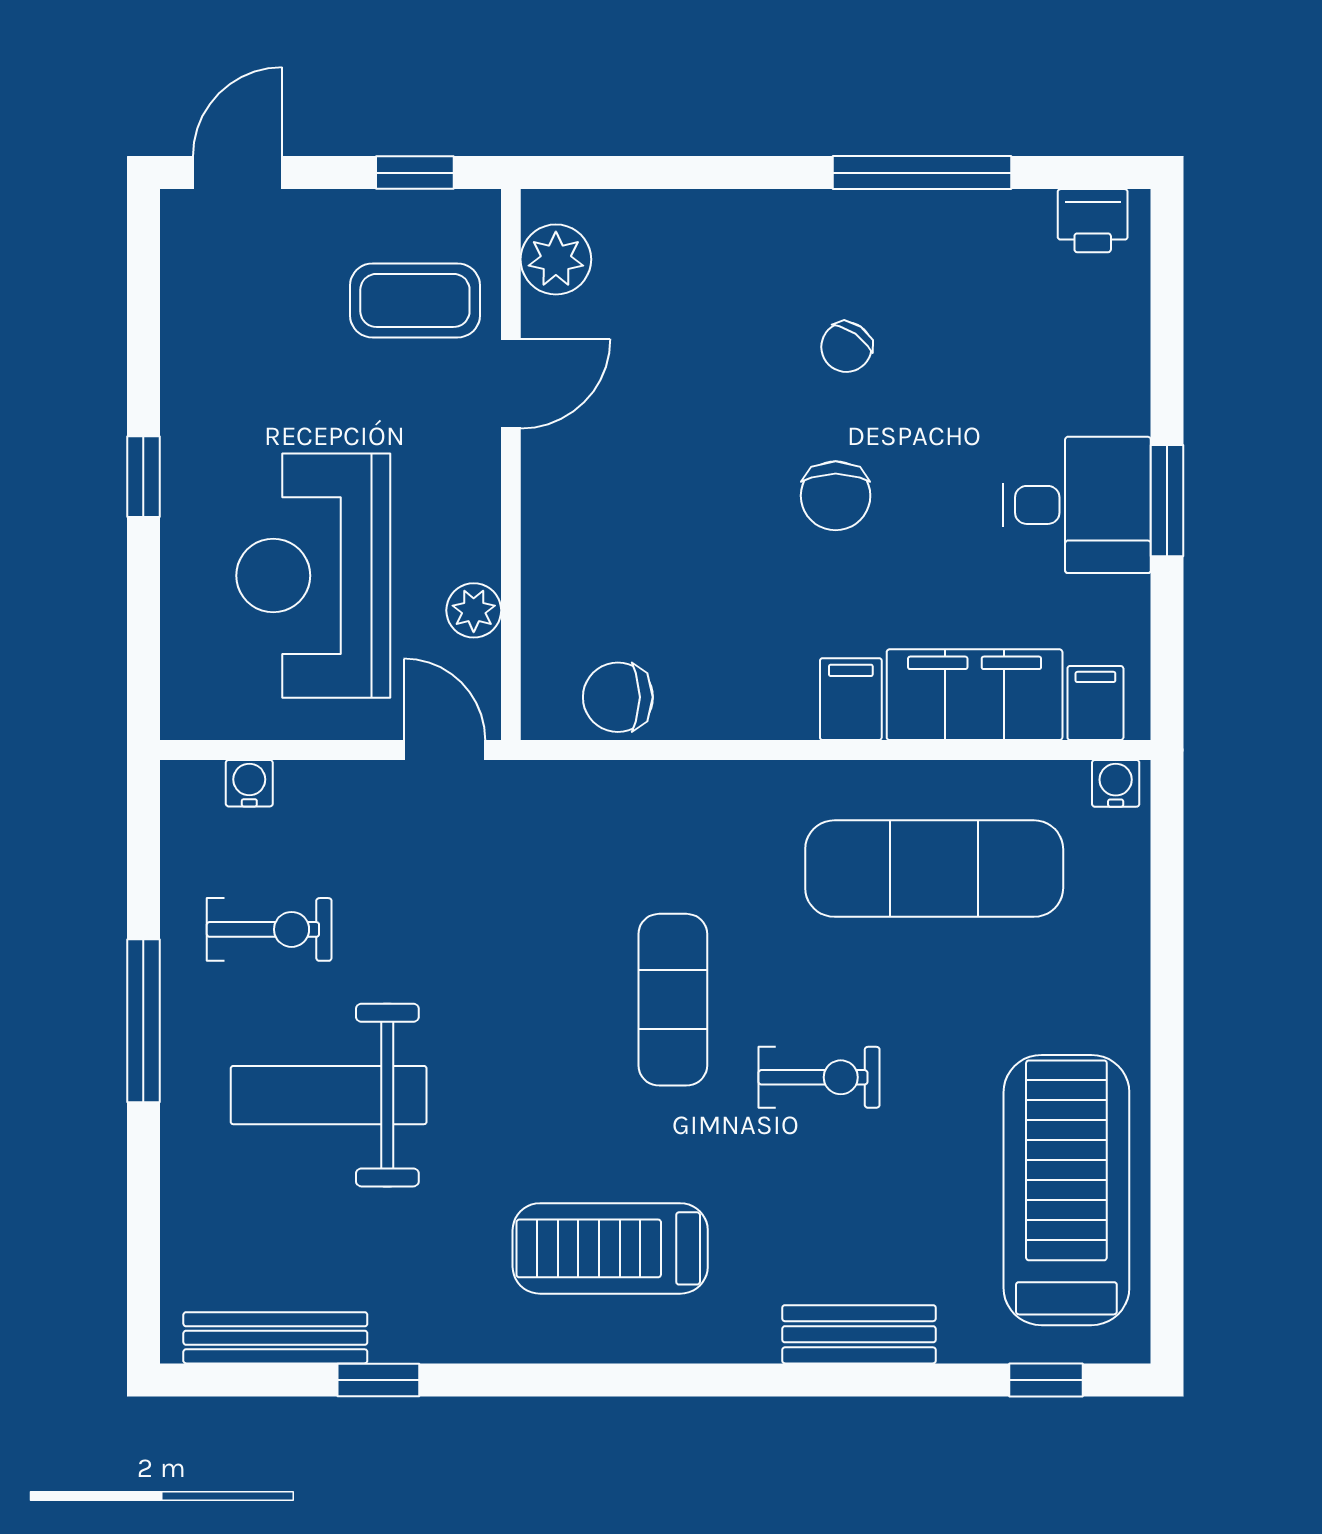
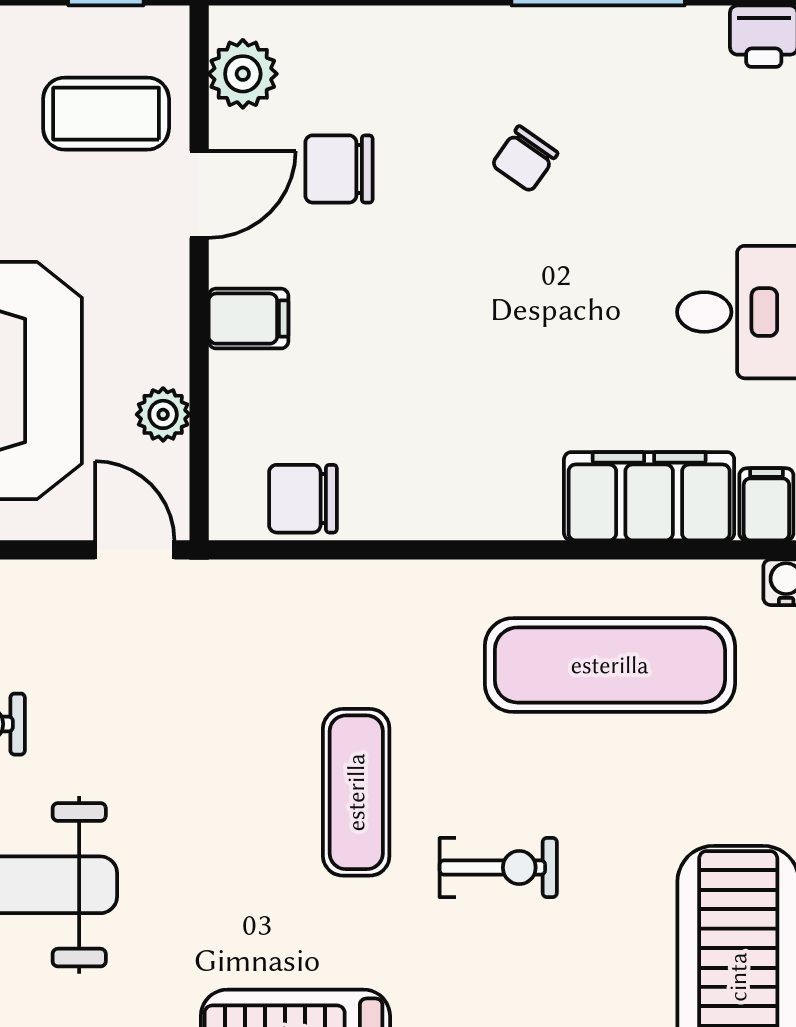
chair: (836, 496) -> (339, 169), moved, turned 90
filing cabinet: (851, 699) -> (249, 319), moved, turned 90

